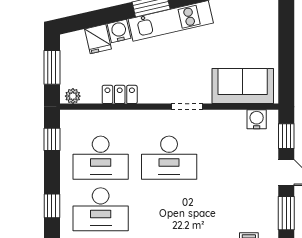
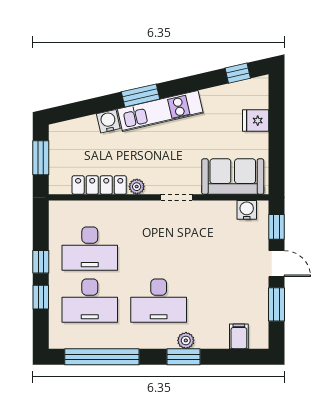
fridge: (98, 39) -> (256, 121), moved, turned 103
locker: (120, 94) -> (99, 185), width x1.53
plant: (73, 96) -> (137, 187), moved
window: (52, 139) -> (41, 262), moved
desk: (169, 158) -> (159, 301), moved

